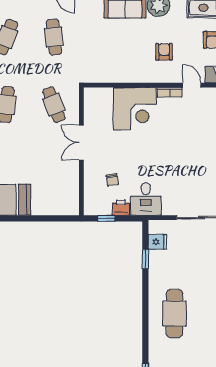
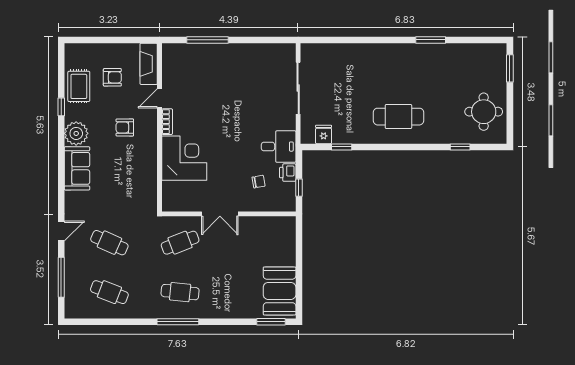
cafe table: (54, 37) -> (109, 243), turned 30

